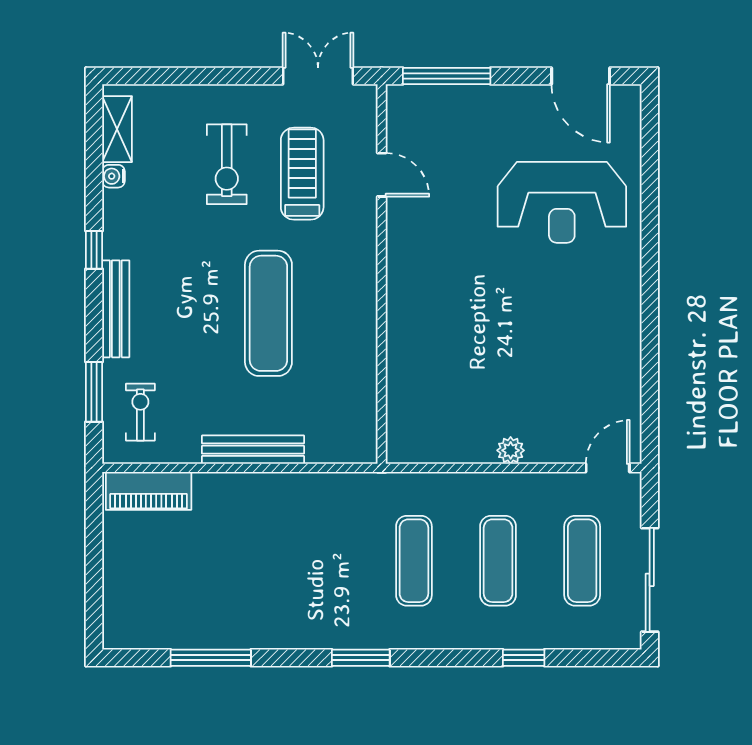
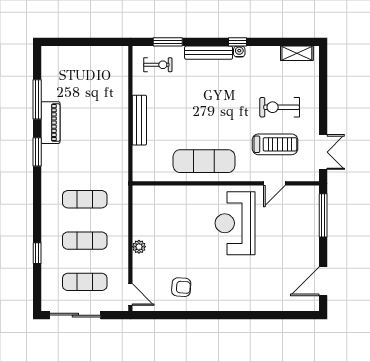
water cooler: (113, 176) -> (239, 52), moved
reception desk: (562, 202) -> (235, 223), moved
exercise mat: (268, 313) -> (204, 161), moved
armchair: (593, 364) -> (181, 287), added
piano: (149, 491) -> (50, 123), moved, turned 180
window: (361, 658) -> (37, 152), moved

